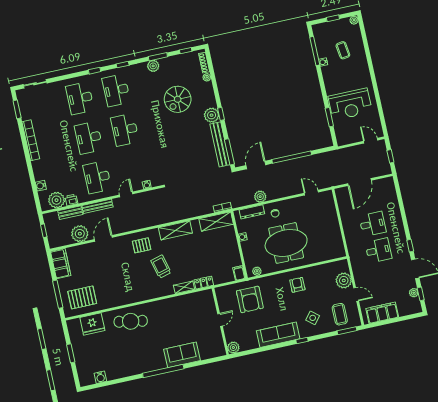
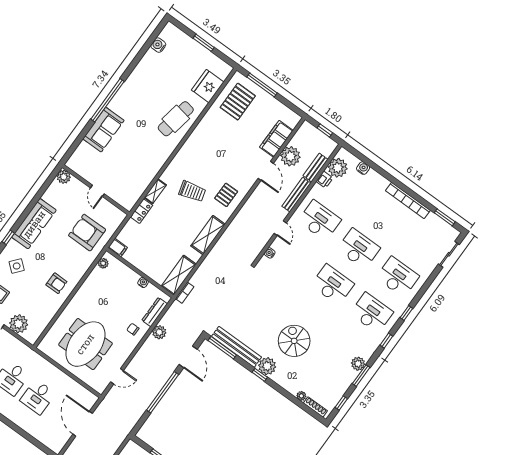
spiral stairs: (178, 99) -> (294, 341), moved
meeting table: (286, 243) -> (85, 344), moved
filing cabinet: (61, 263) -> (276, 139), moved, turned 90

